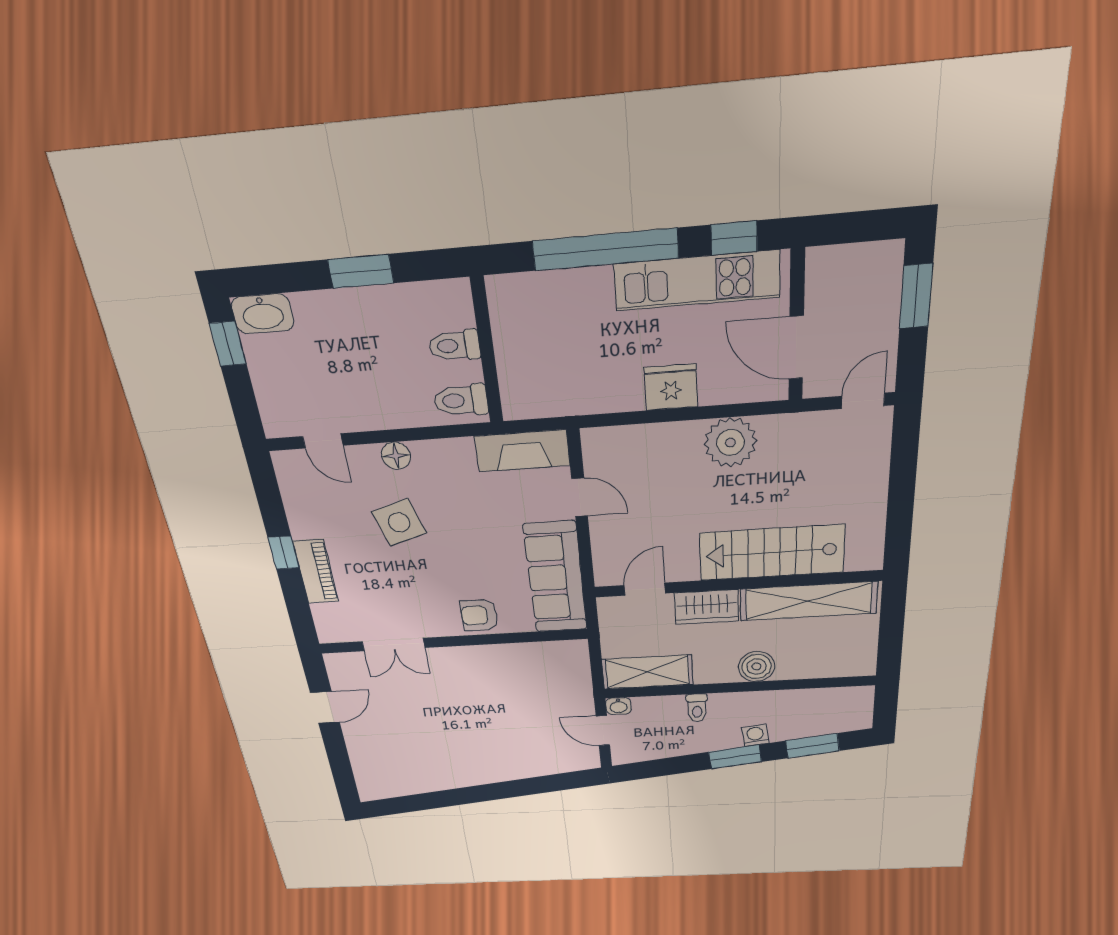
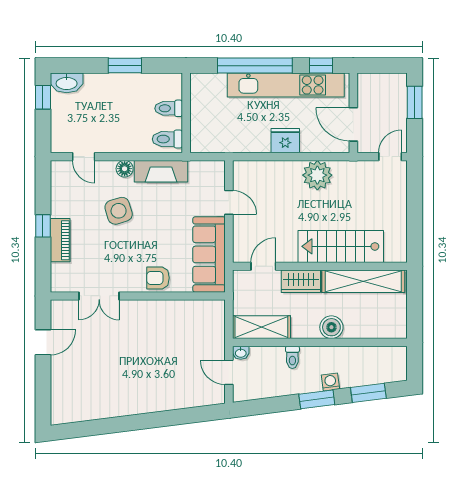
kitchen unit: (697, 281) -> (286, 85), width x1.36
fireplace: (522, 451) -> (161, 171), moved

